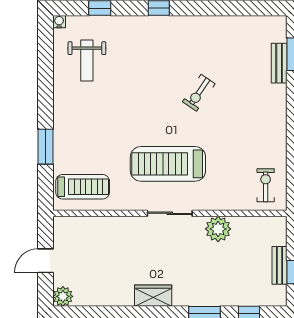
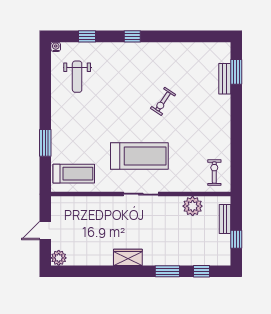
treadmill: (168, 164) -> (139, 156), turned 180
plant: (218, 229) -> (193, 206), moved
bench: (279, 265) -> (225, 219), moved

